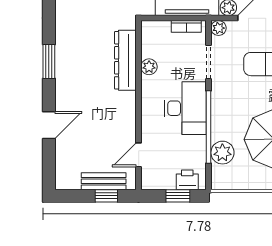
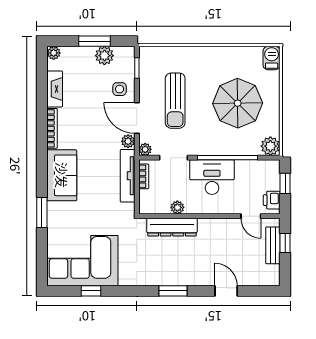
plant: (222, 153) -> (270, 146), moved
printer: (187, 180) -> (272, 200), moved

